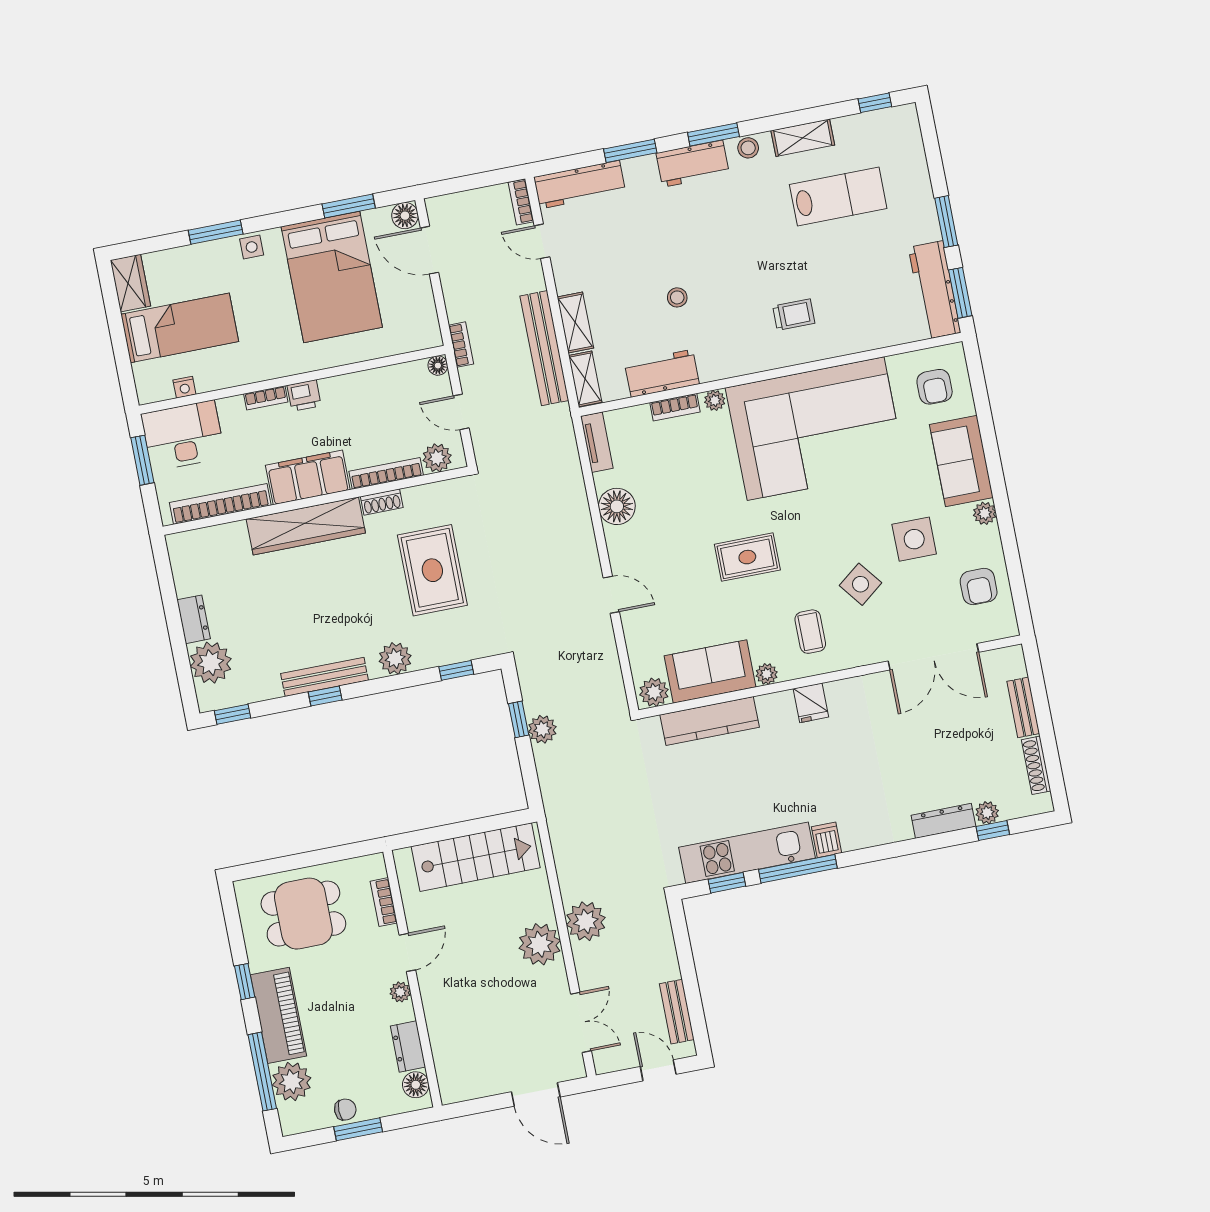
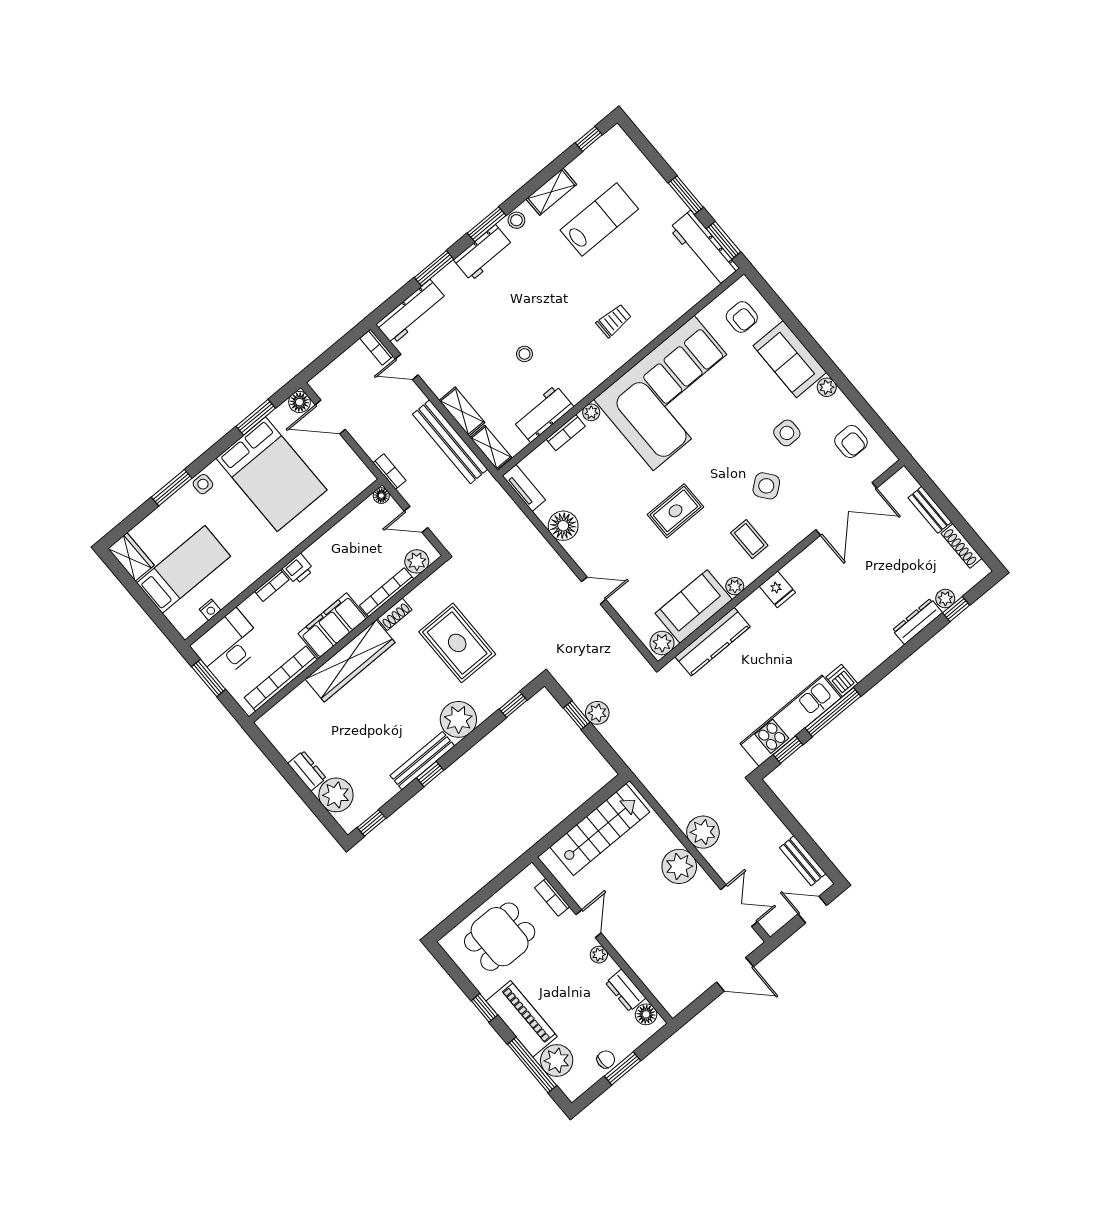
side table: (914, 539) -> (787, 433), width x0.73, depth x0.73
plant: (395, 658) -> (458, 719), width x1.36, depth x1.36

